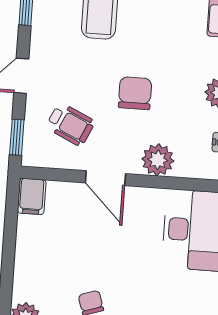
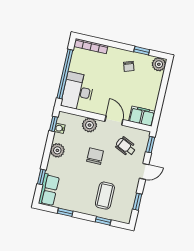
chair: (135, 93) -> (95, 156), turned 180
filing cabinet: (32, 196) -> (142, 116), width x2.00

